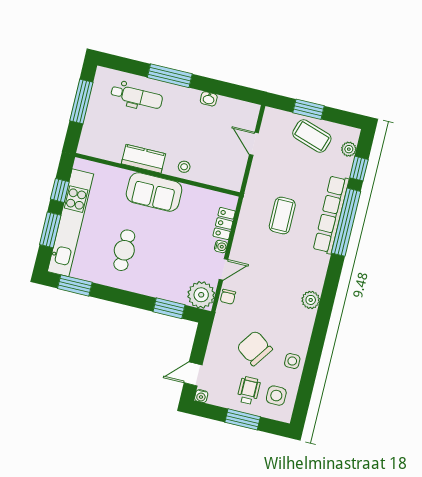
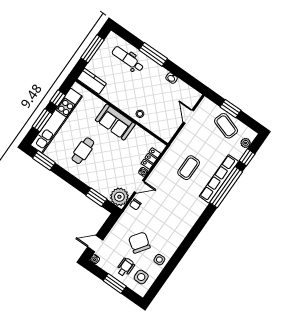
dental chair: (137, 96) -> (128, 59), turned 180
kitchen counter: (143, 159) -> (92, 81), moved
plant: (311, 300) -> (186, 226), removed

